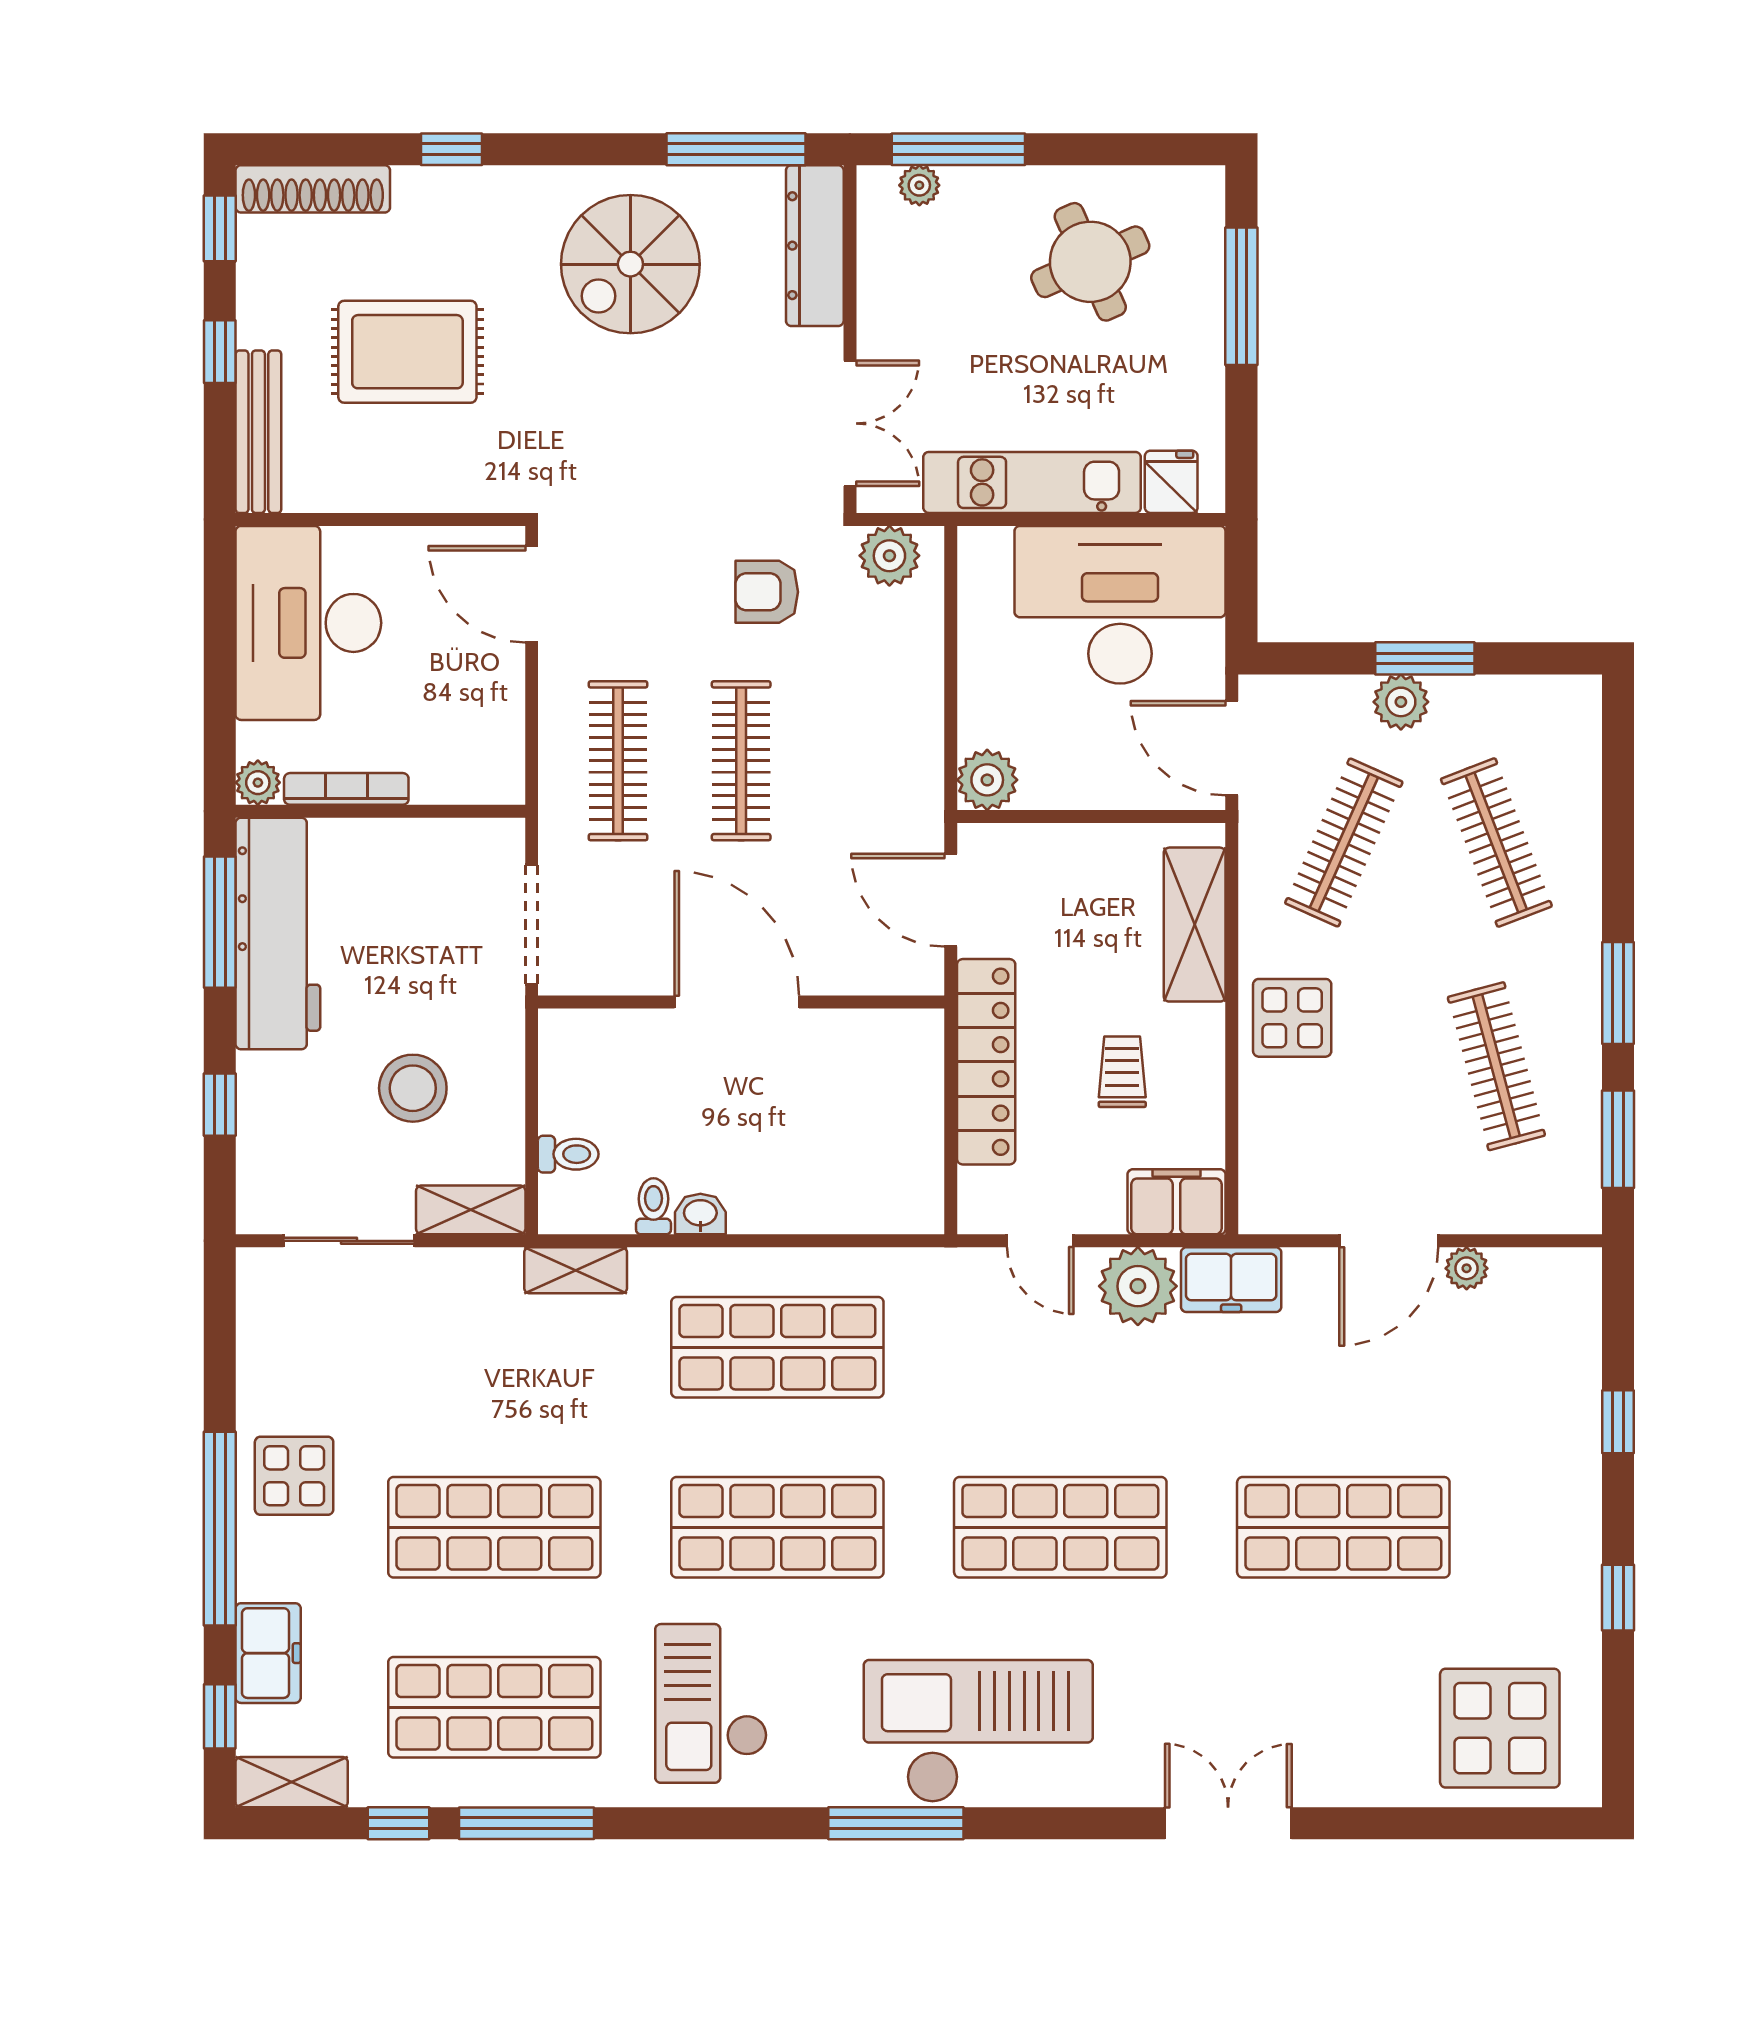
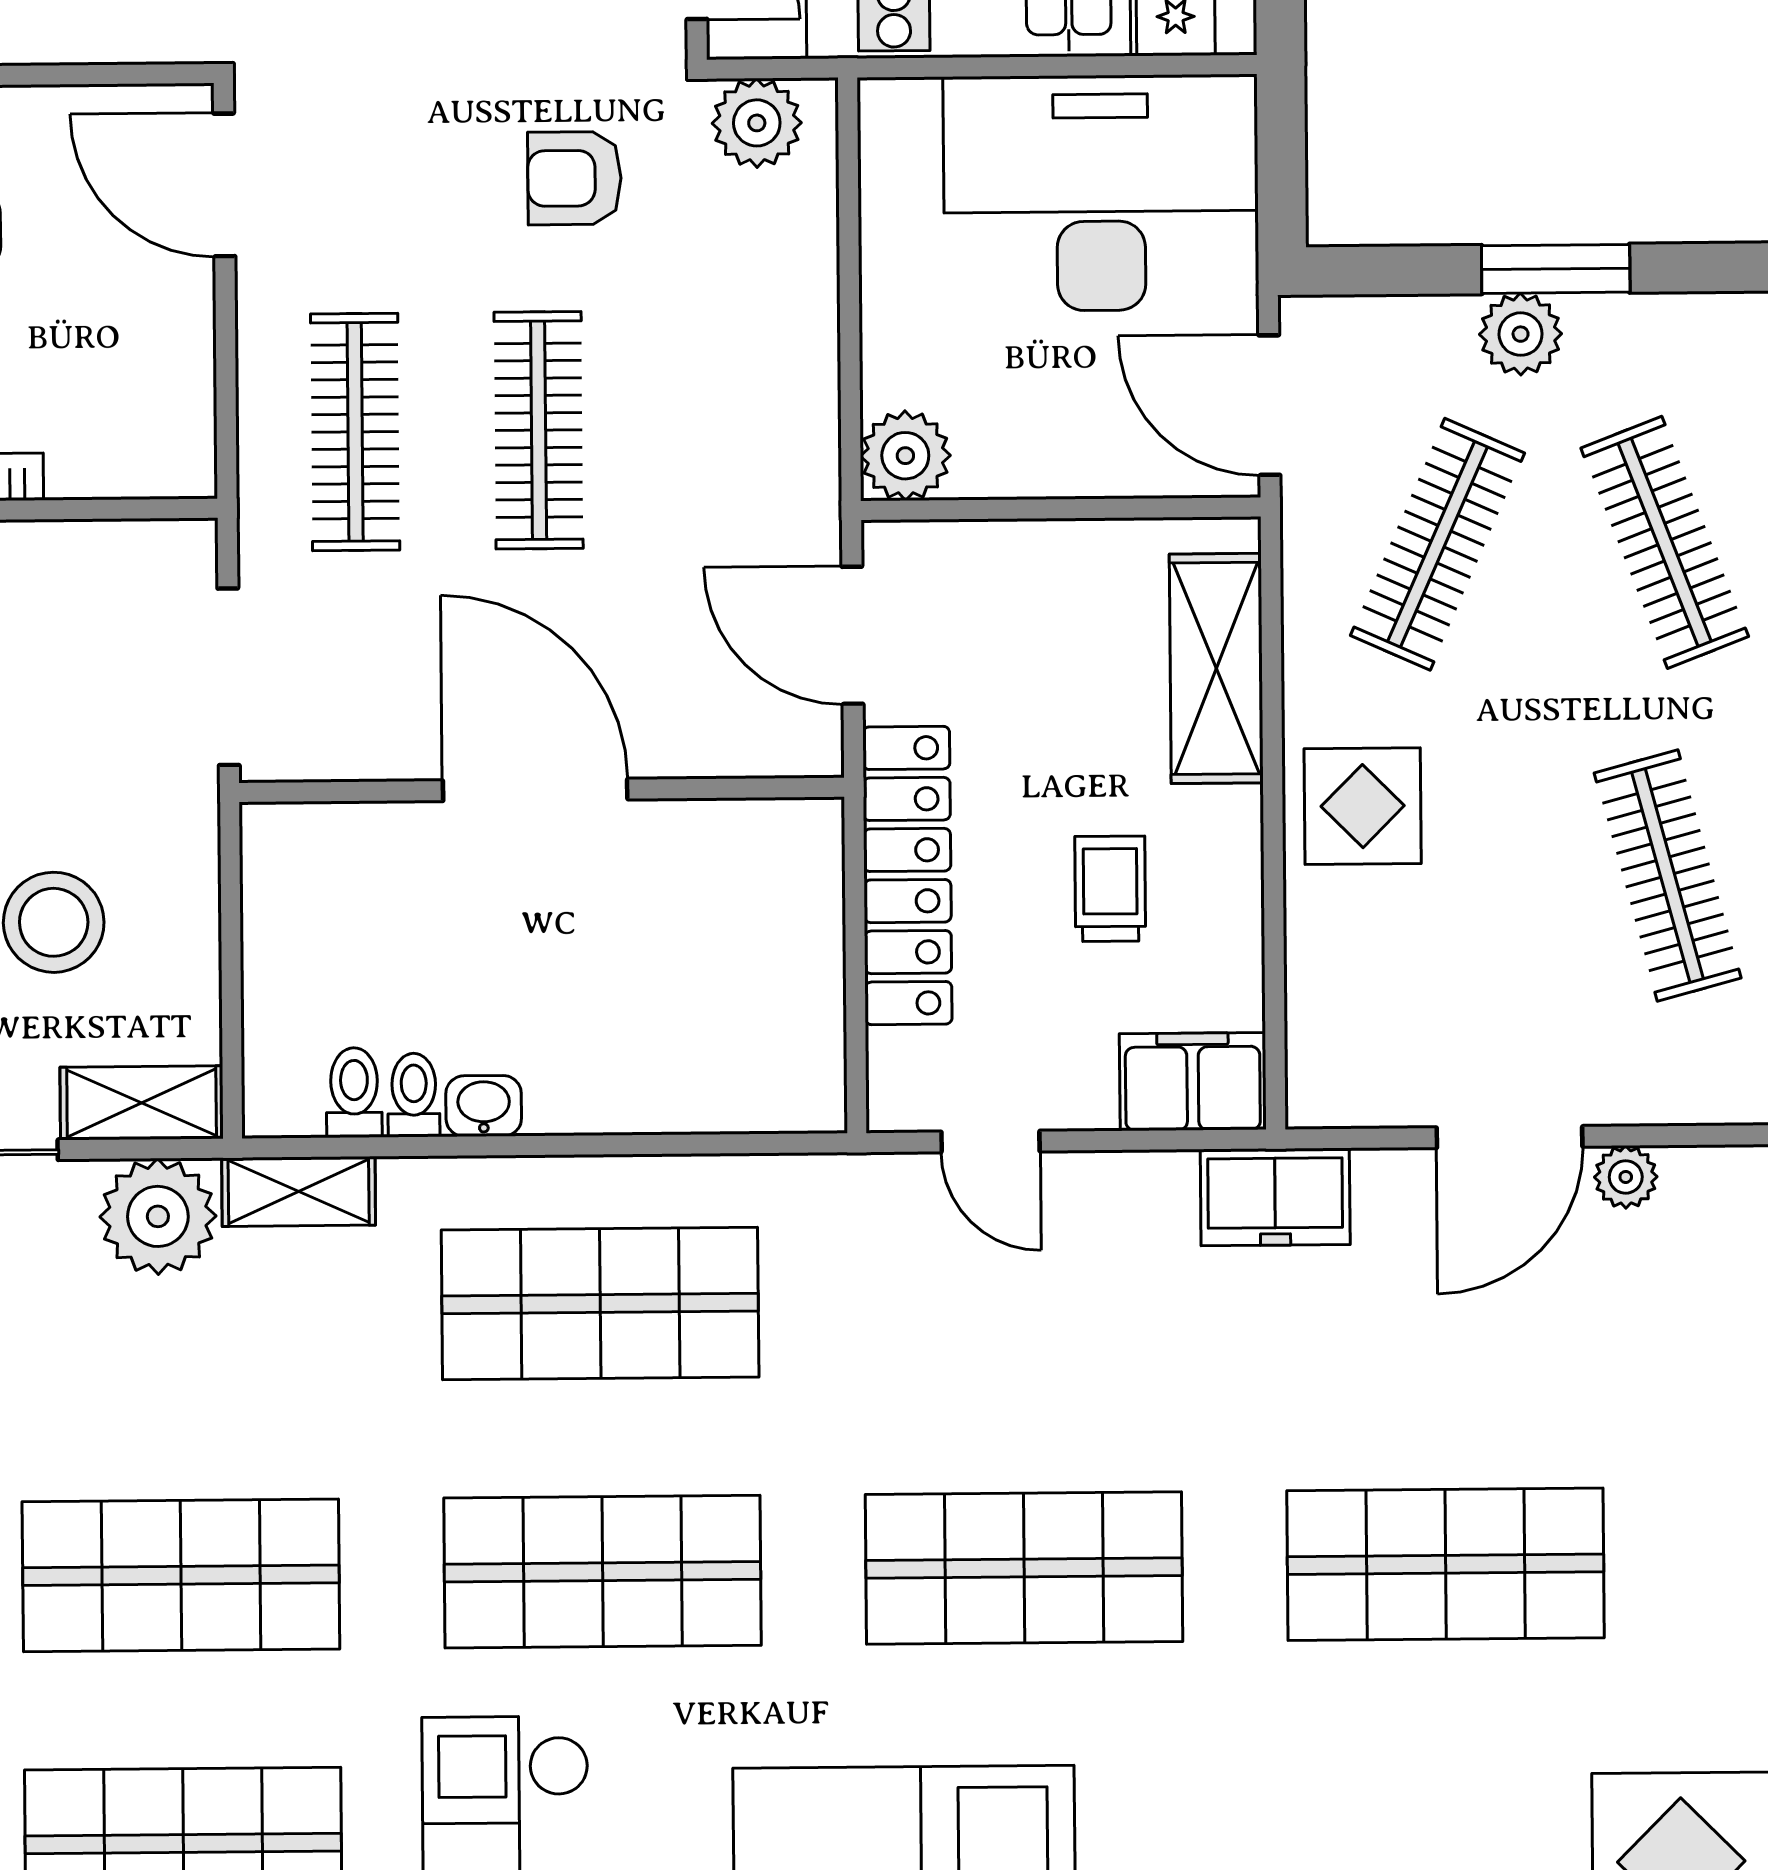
toilet: (568, 1154) -> (354, 1093), moved, turned -90
plant: (1138, 1286) -> (158, 1216), moved

